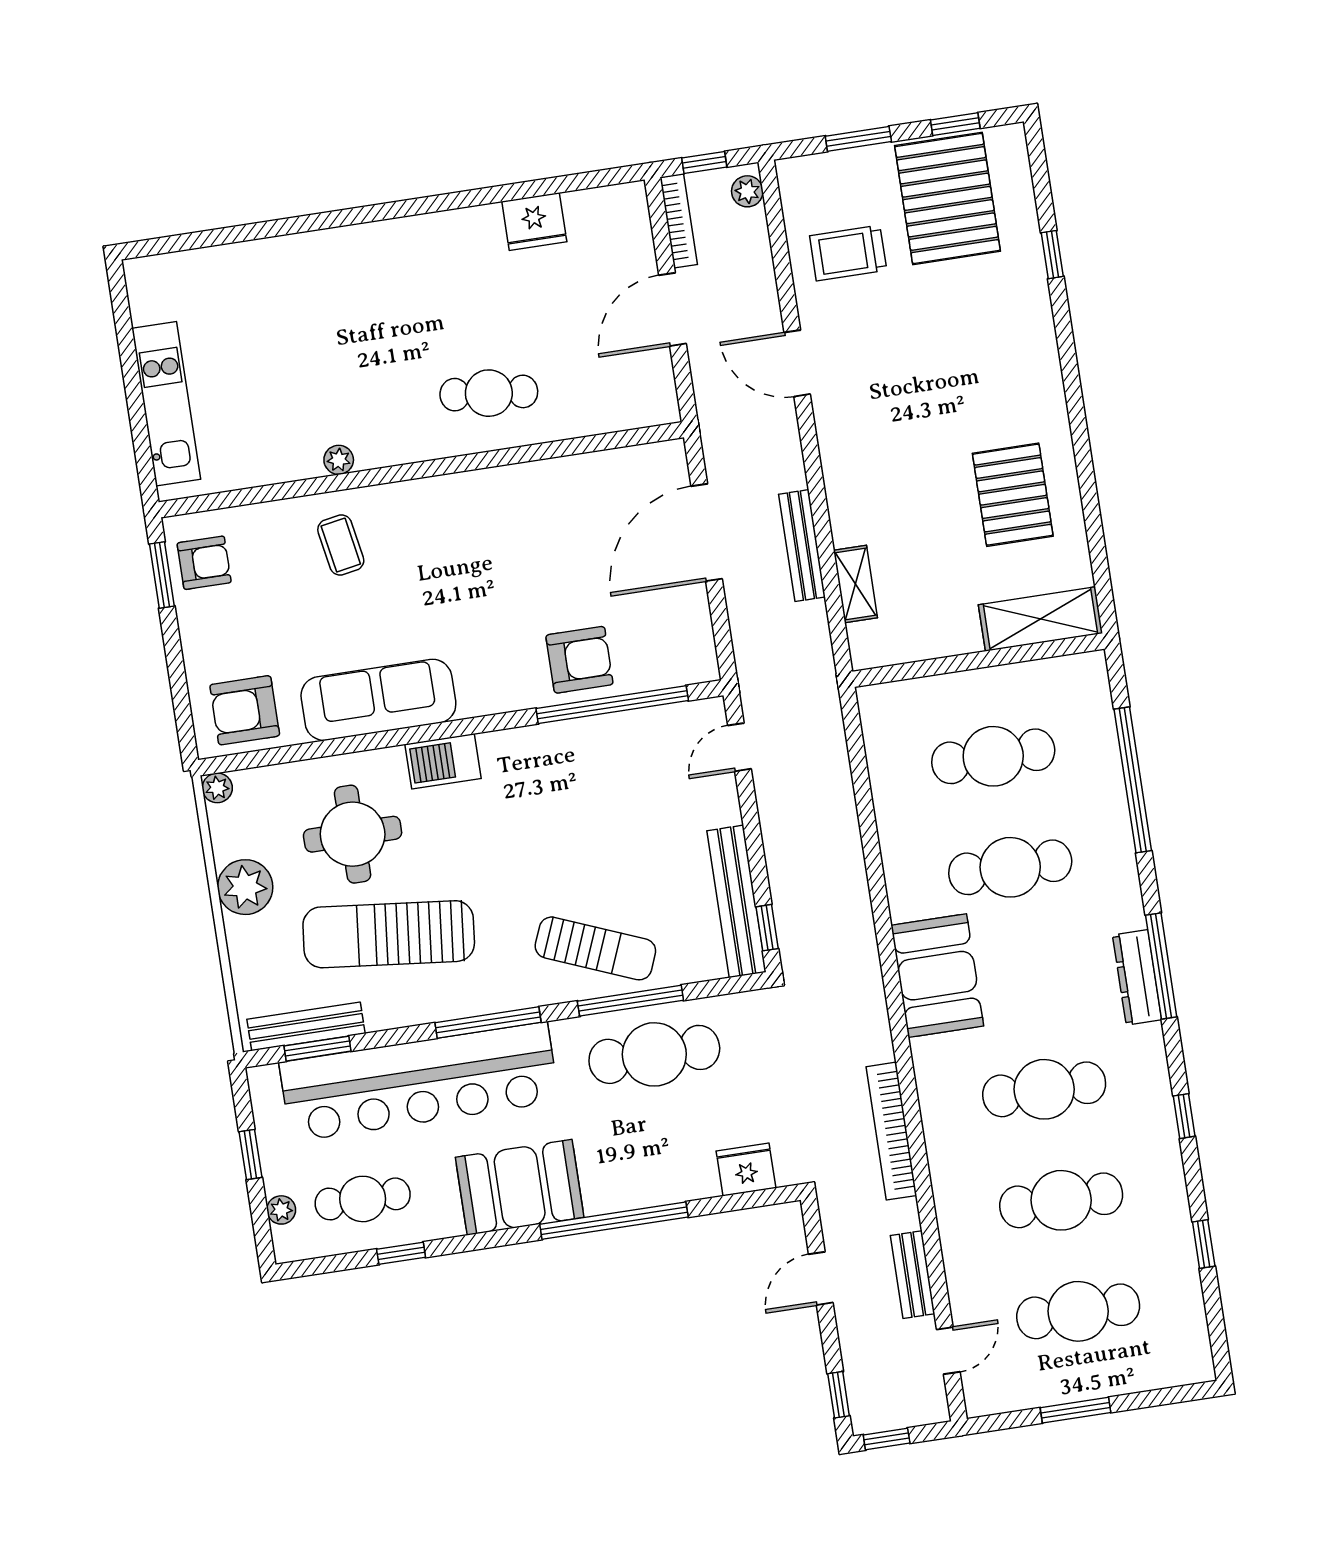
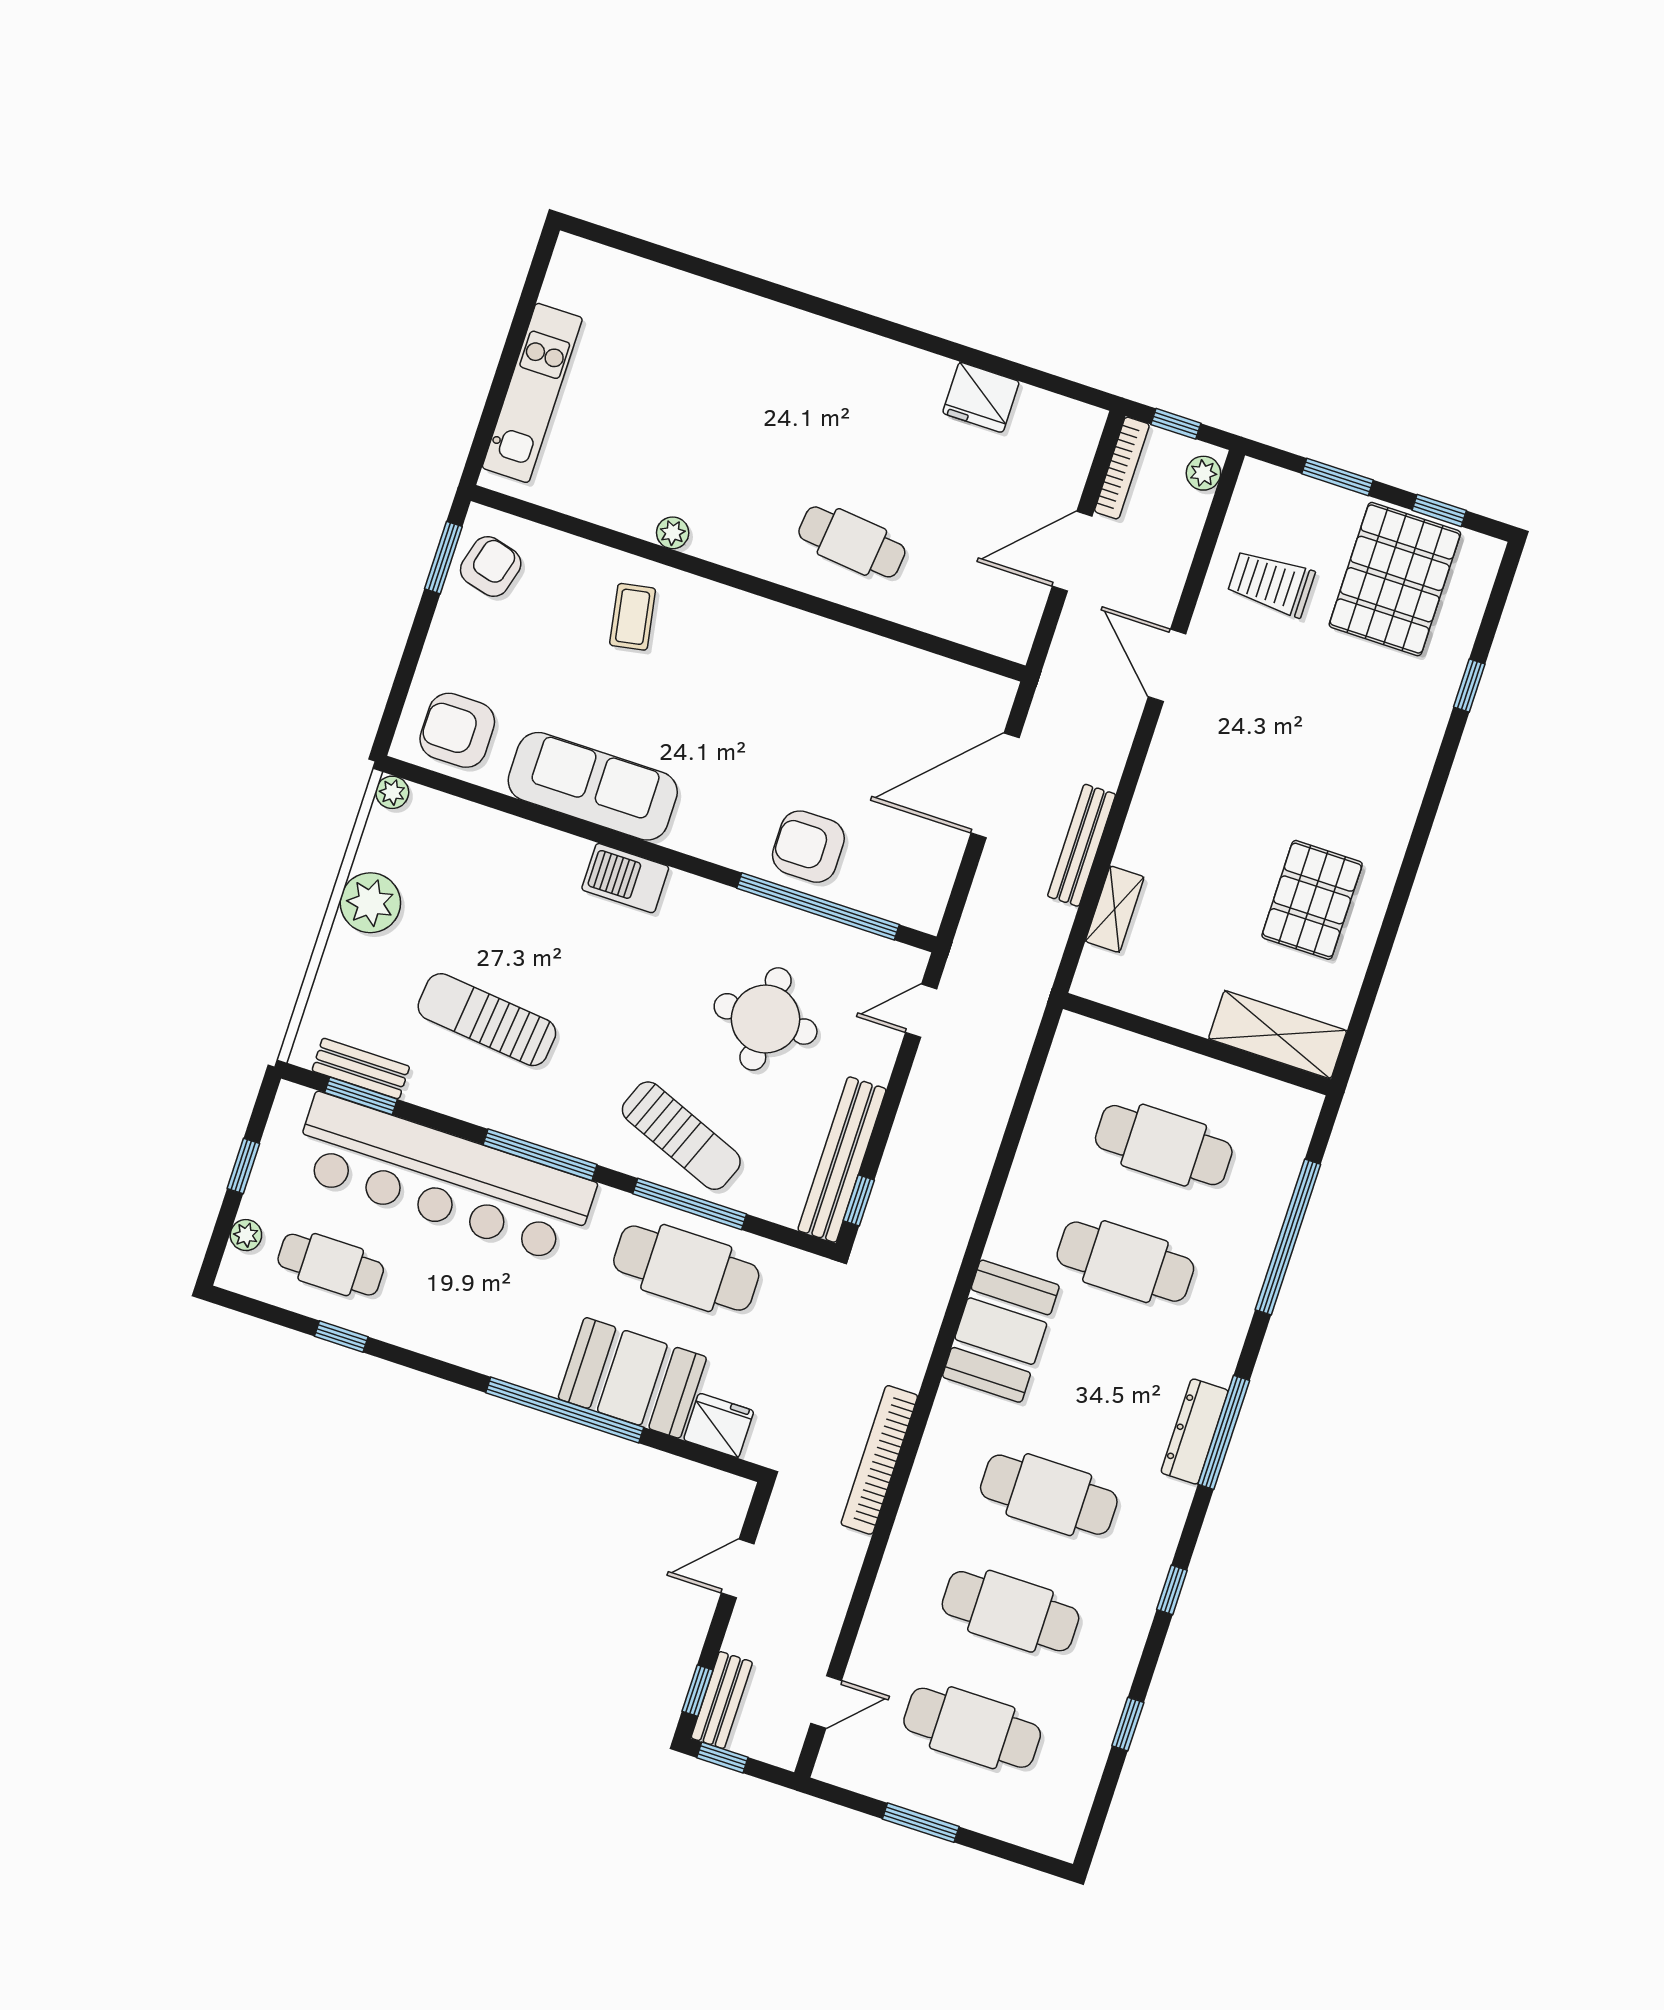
armchair: (204, 563) -> (491, 567), turned -75
armchair: (579, 660) -> (808, 847), turned 180
round table: (353, 834) -> (766, 1019), moved
sun lounger: (389, 934) -> (487, 1020), width x0.73, depth x0.75
bench: (306, 1026) -> (361, 1069), width x0.73
booth: (520, 1187) -> (632, 1378), moved
bench: (913, 1275) -> (722, 1700), moved

